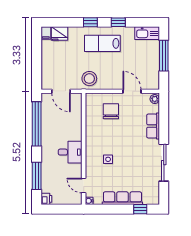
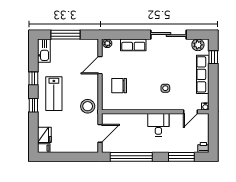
plant: (153, 193) -> (198, 45), added

